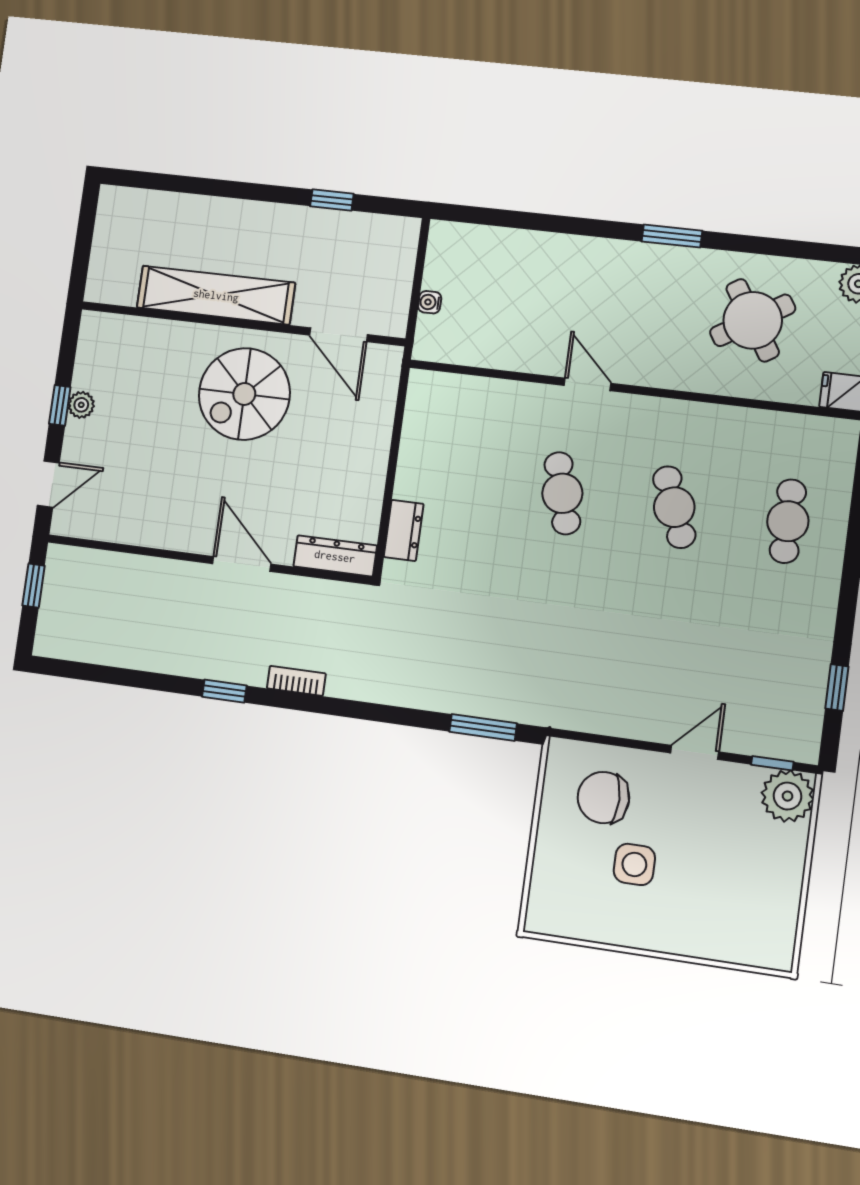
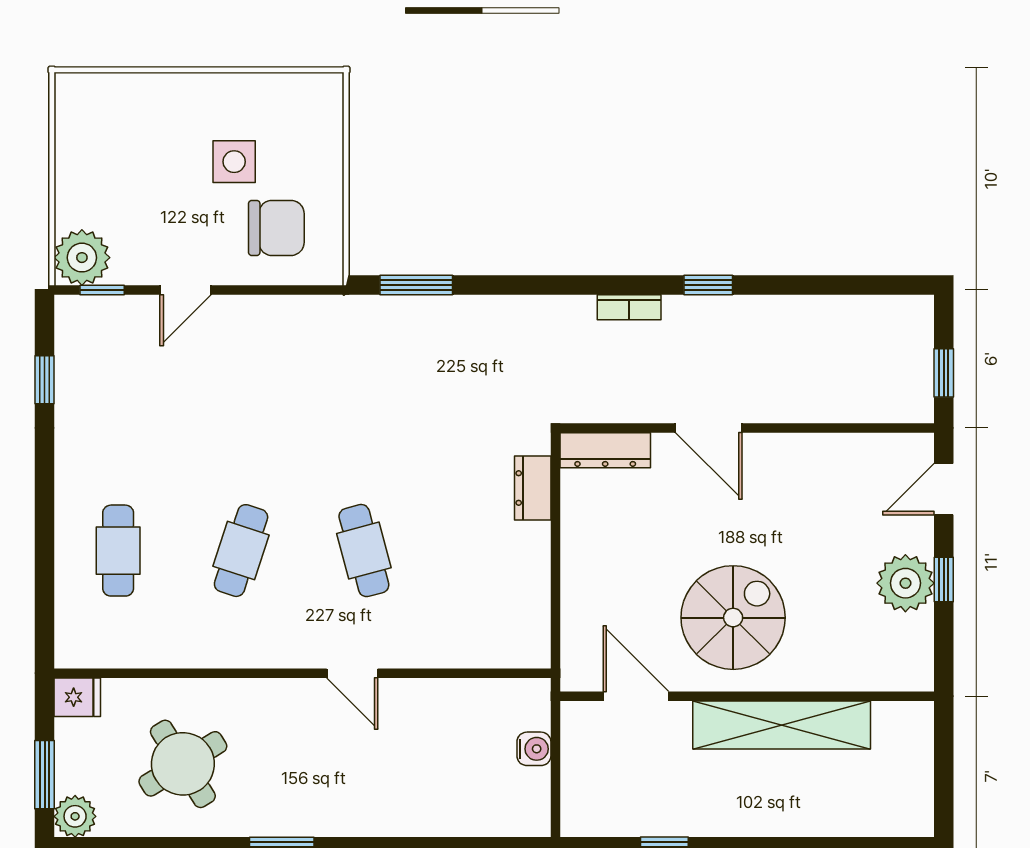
water cooler: (430, 302) -> (534, 749), width x1.38, depth x1.38
plant: (81, 405) -> (905, 583), width x1.88, depth x1.88
cafe table: (674, 507) -> (241, 551), turned 39

